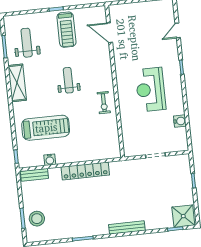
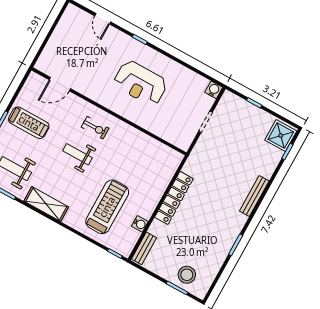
exercise bike: (104, 103) -> (95, 128), moved
water cooler: (180, 121) -> (214, 90), moved

